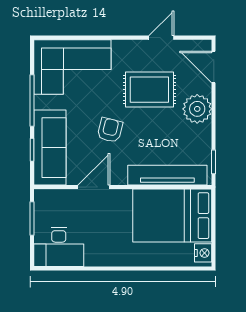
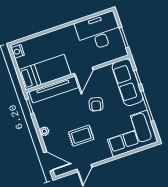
rug: (149, 90) -> (81, 136), width x0.73, depth x0.70
plant: (197, 109) -> (44, 131), width x0.53, depth x0.53
door: (94, 187) -> (84, 72), moved
bed: (172, 216) -> (45, 72), width x0.67
desk: (59, 247) -> (99, 32), width x1.36, depth x1.30

